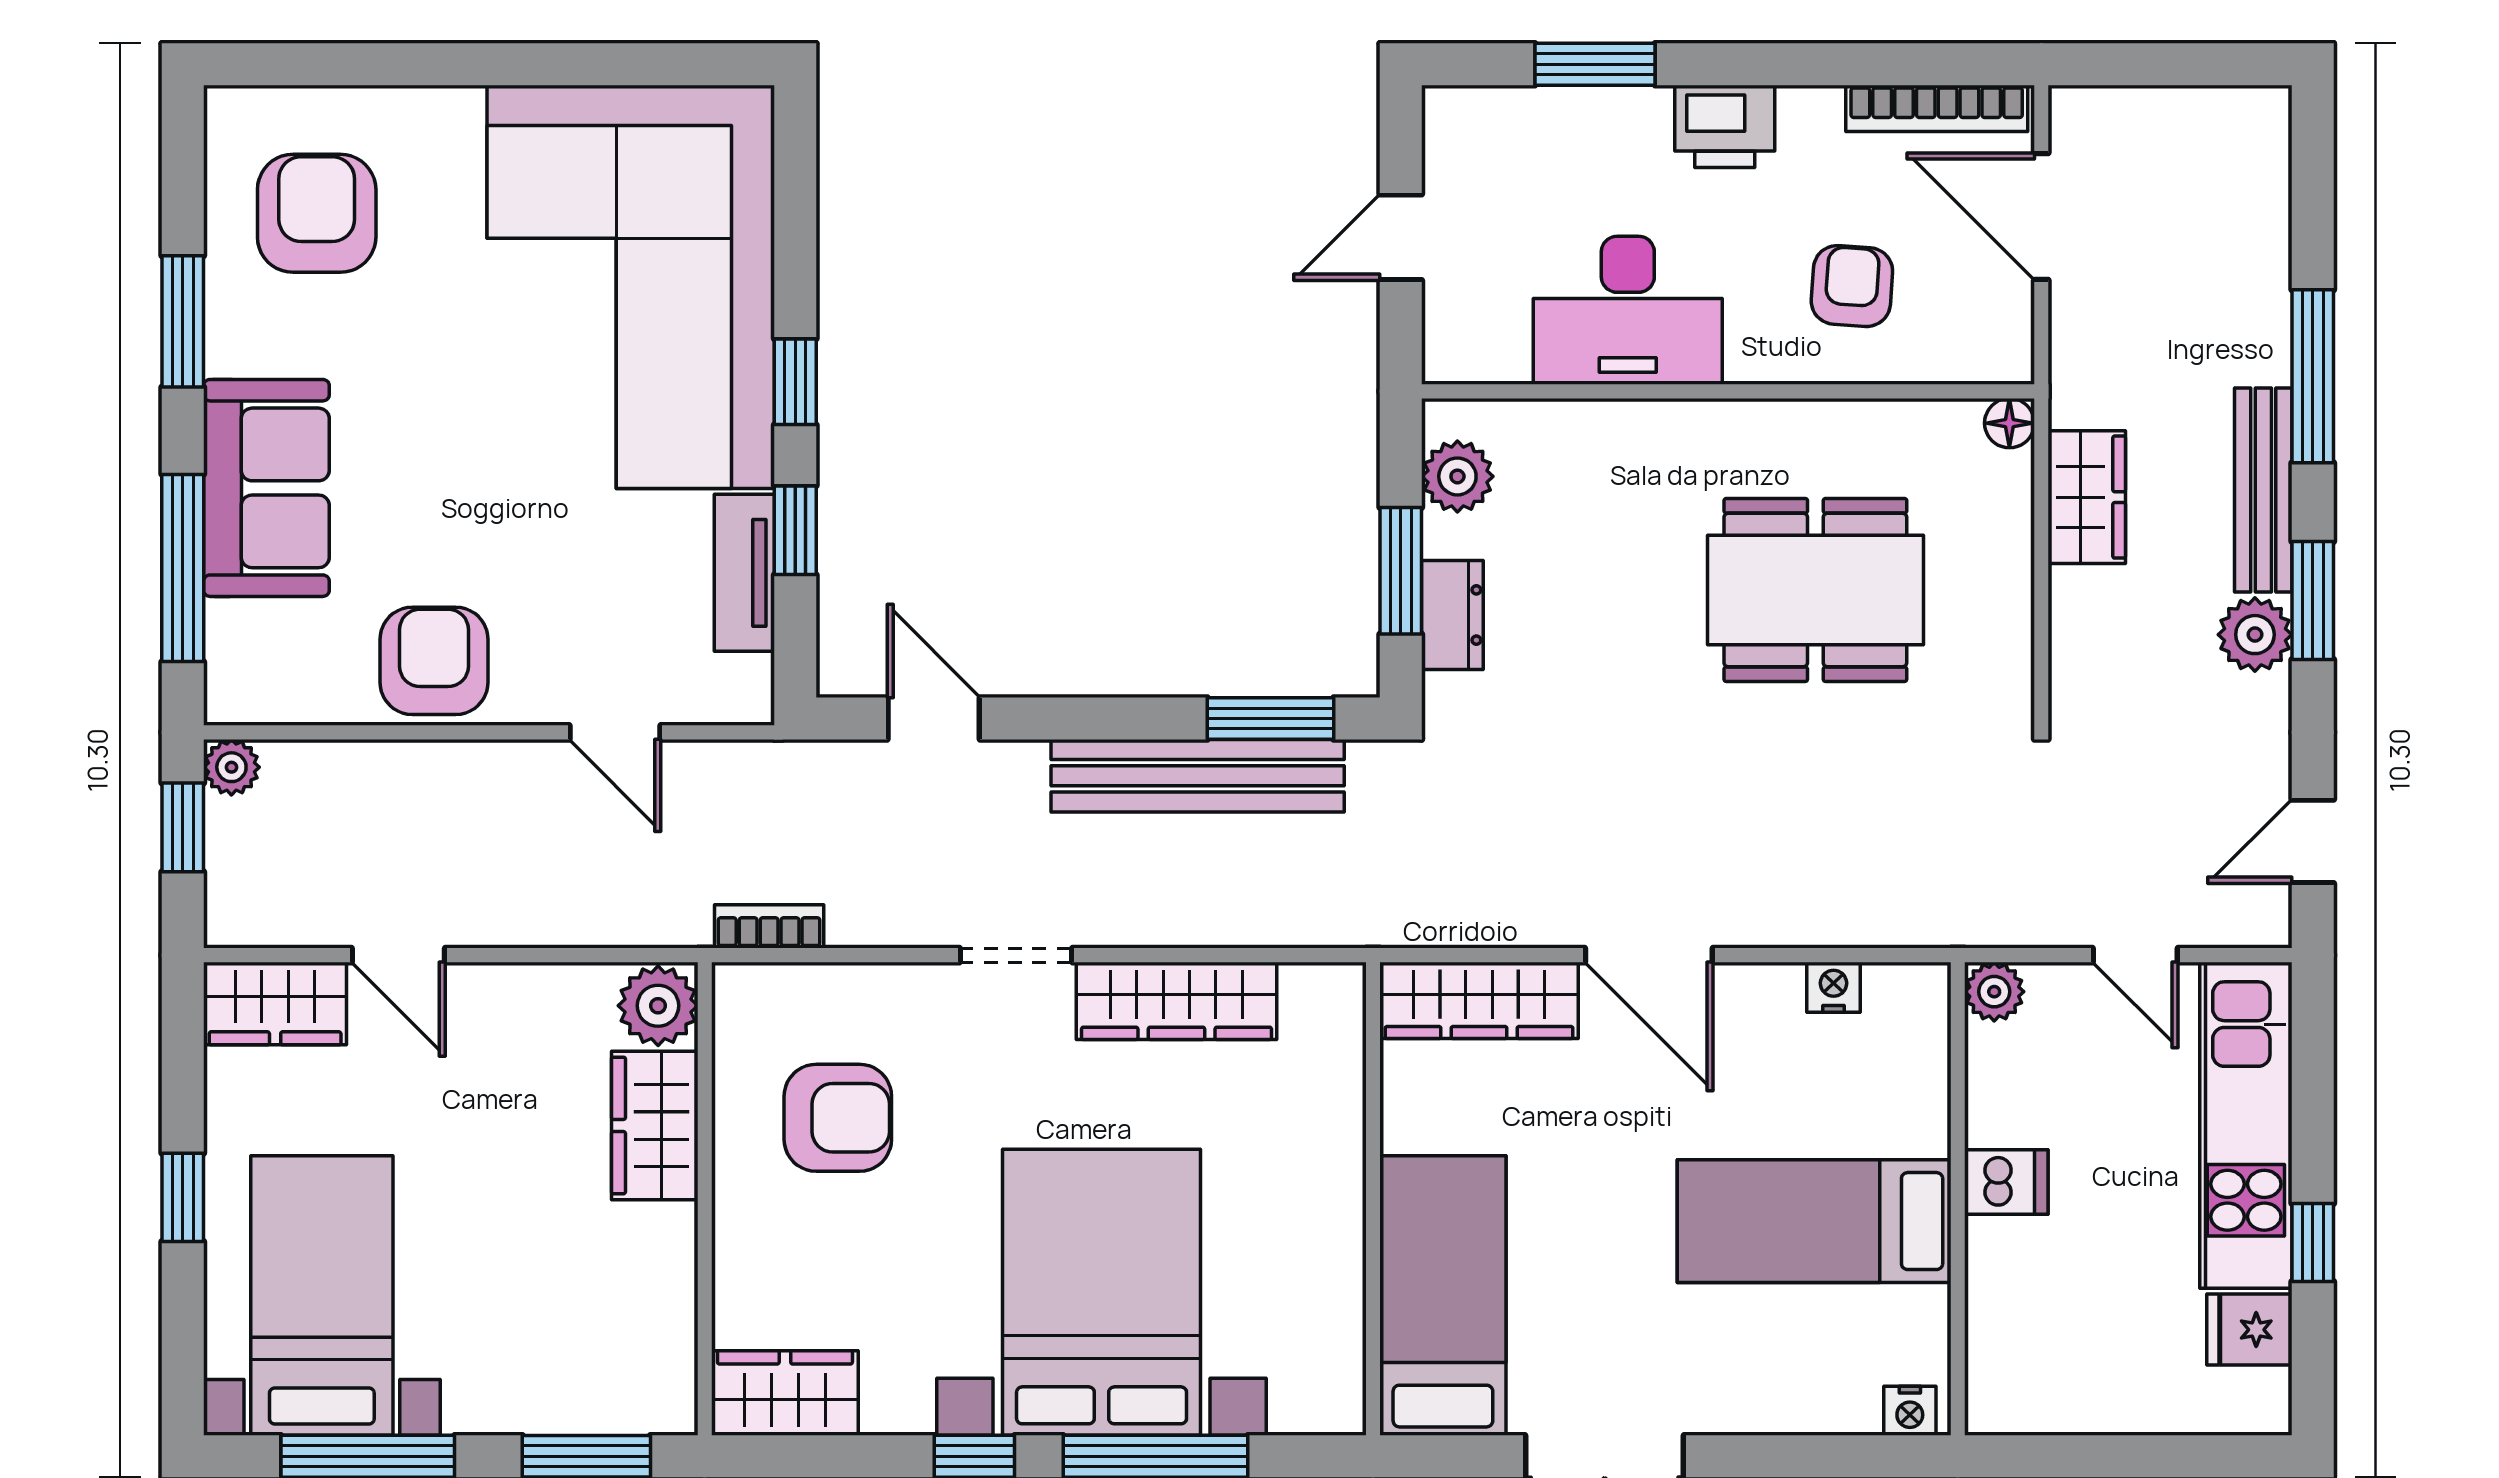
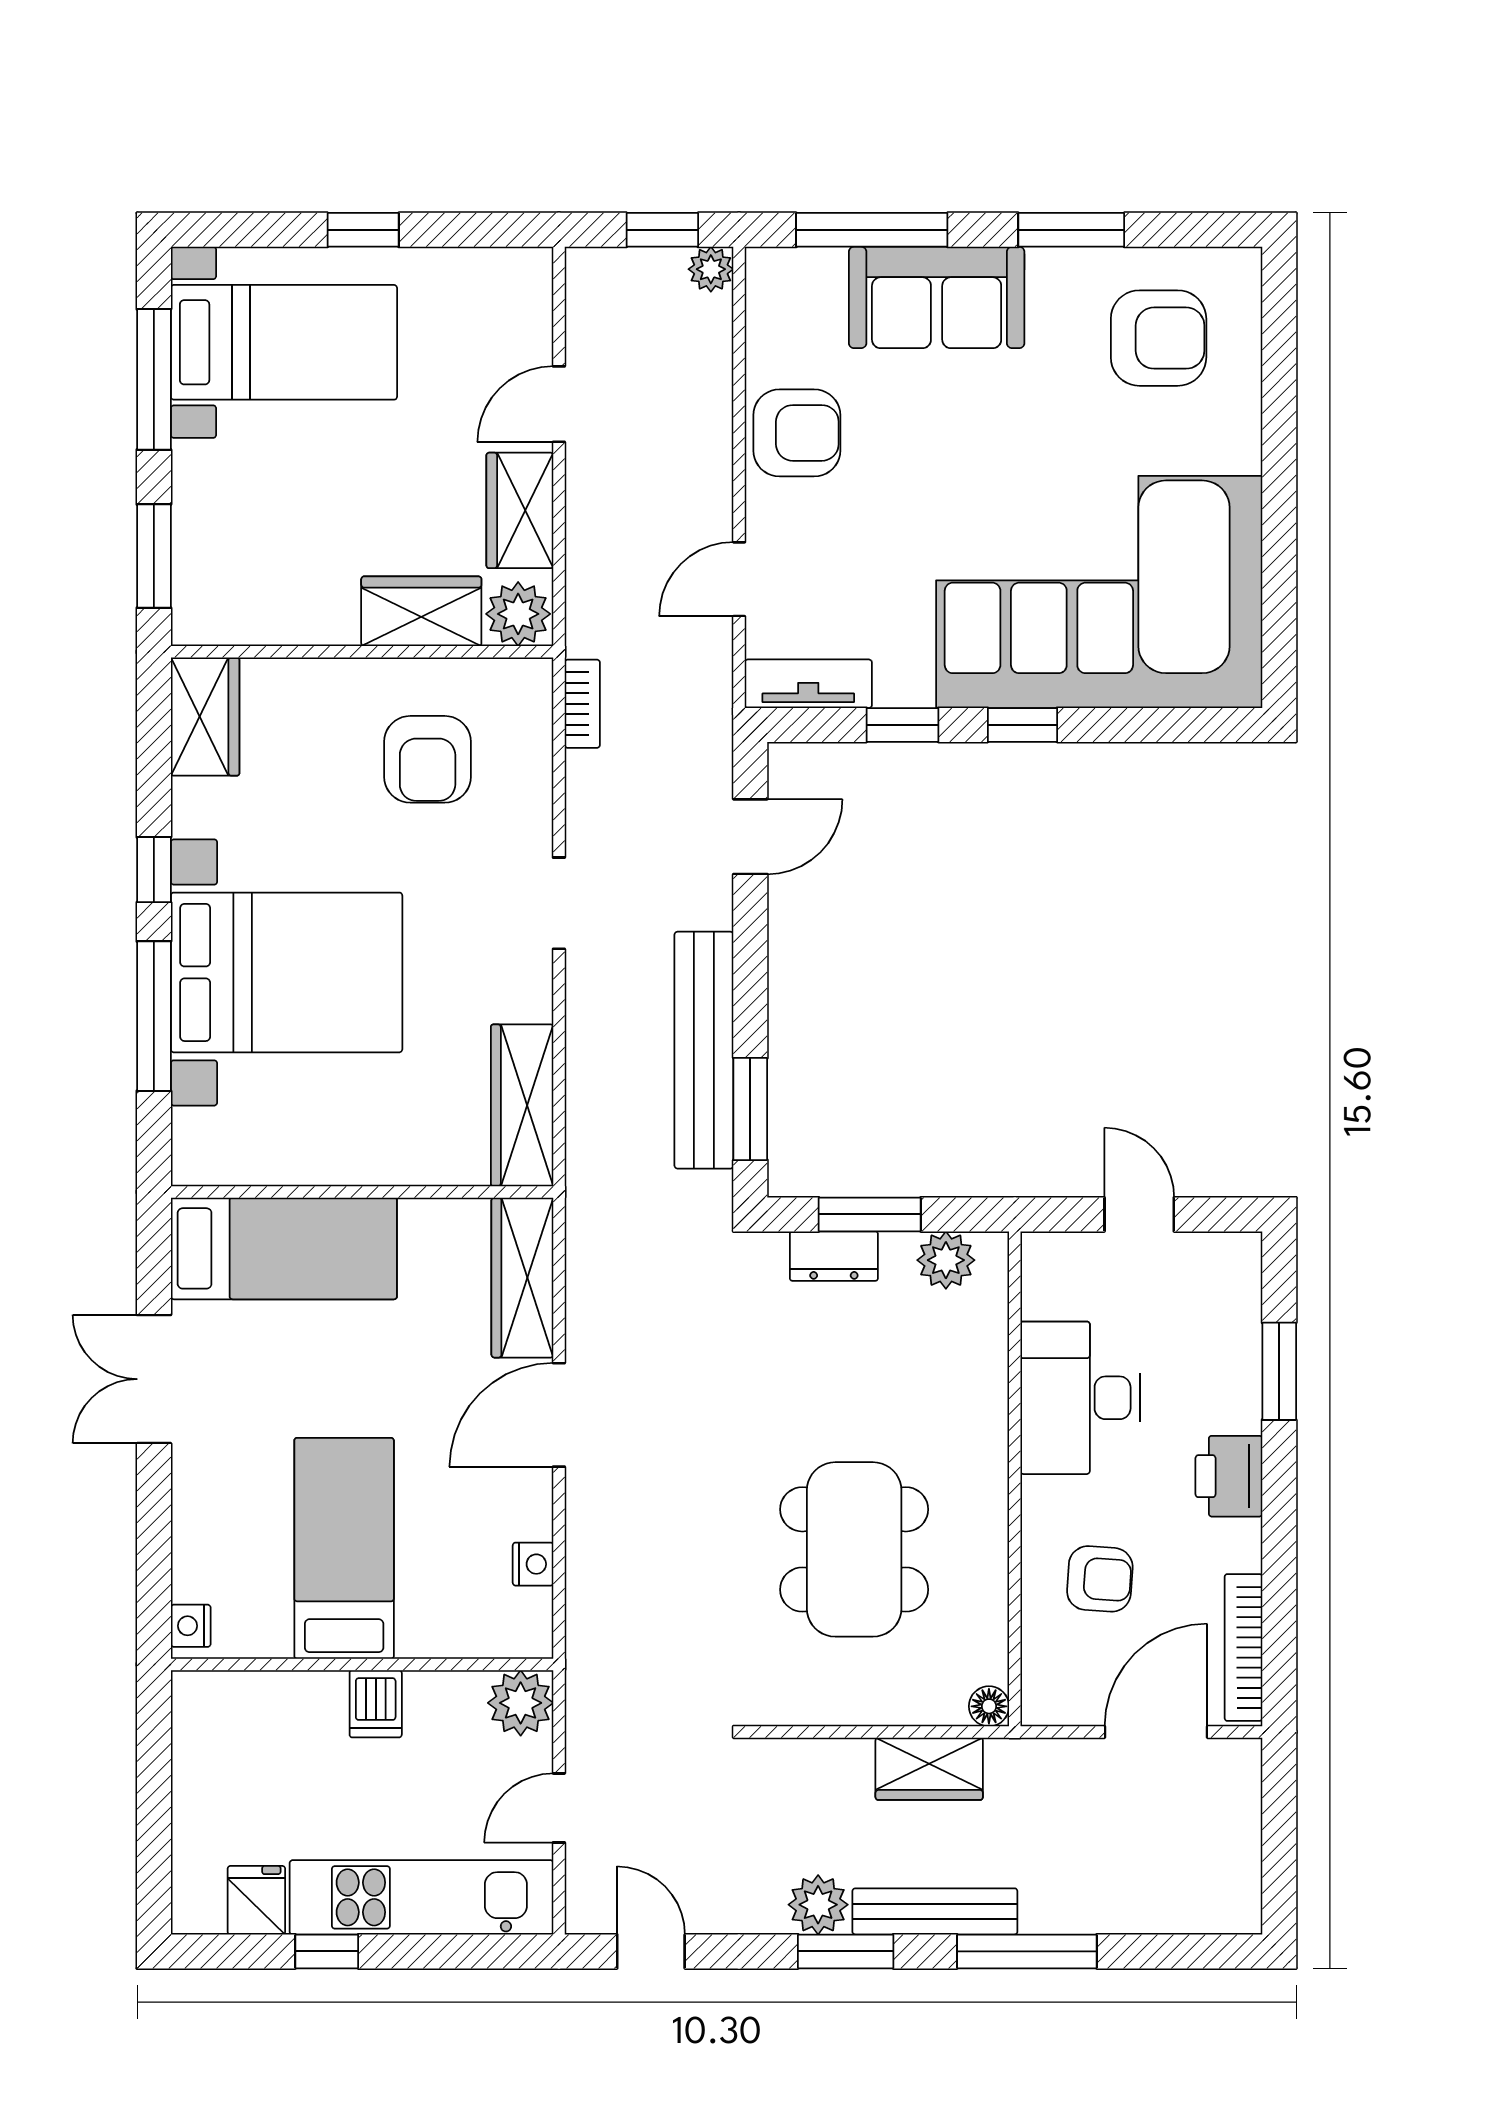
tv unit: (744, 573) -> (808, 684), moved
plant: (1994, 992) -> (521, 1703), width x1.38, depth x1.38
wardrobe: (1176, 1001) -> (522, 1105), moved
wardrobe: (275, 1004) -> (520, 510), moved

